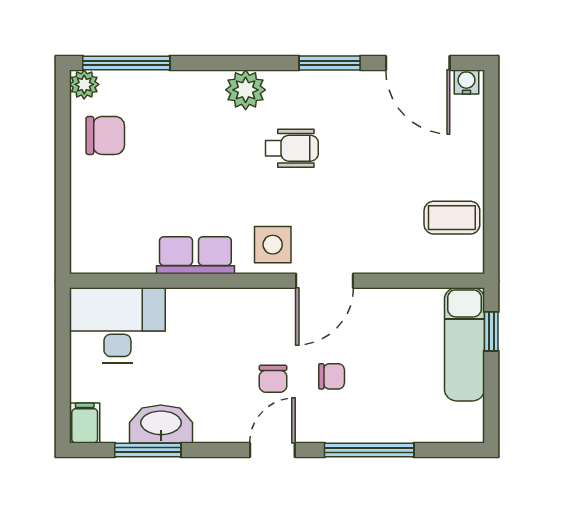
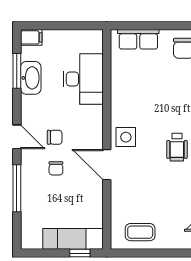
coffee table: (452, 218) -> (140, 232), turned 90
row of seats: (195, 255) -> (138, 39), moved, turned 90
desk: (117, 325) -> (83, 79), moved
chair: (273, 379) -> (55, 137), turned 180

